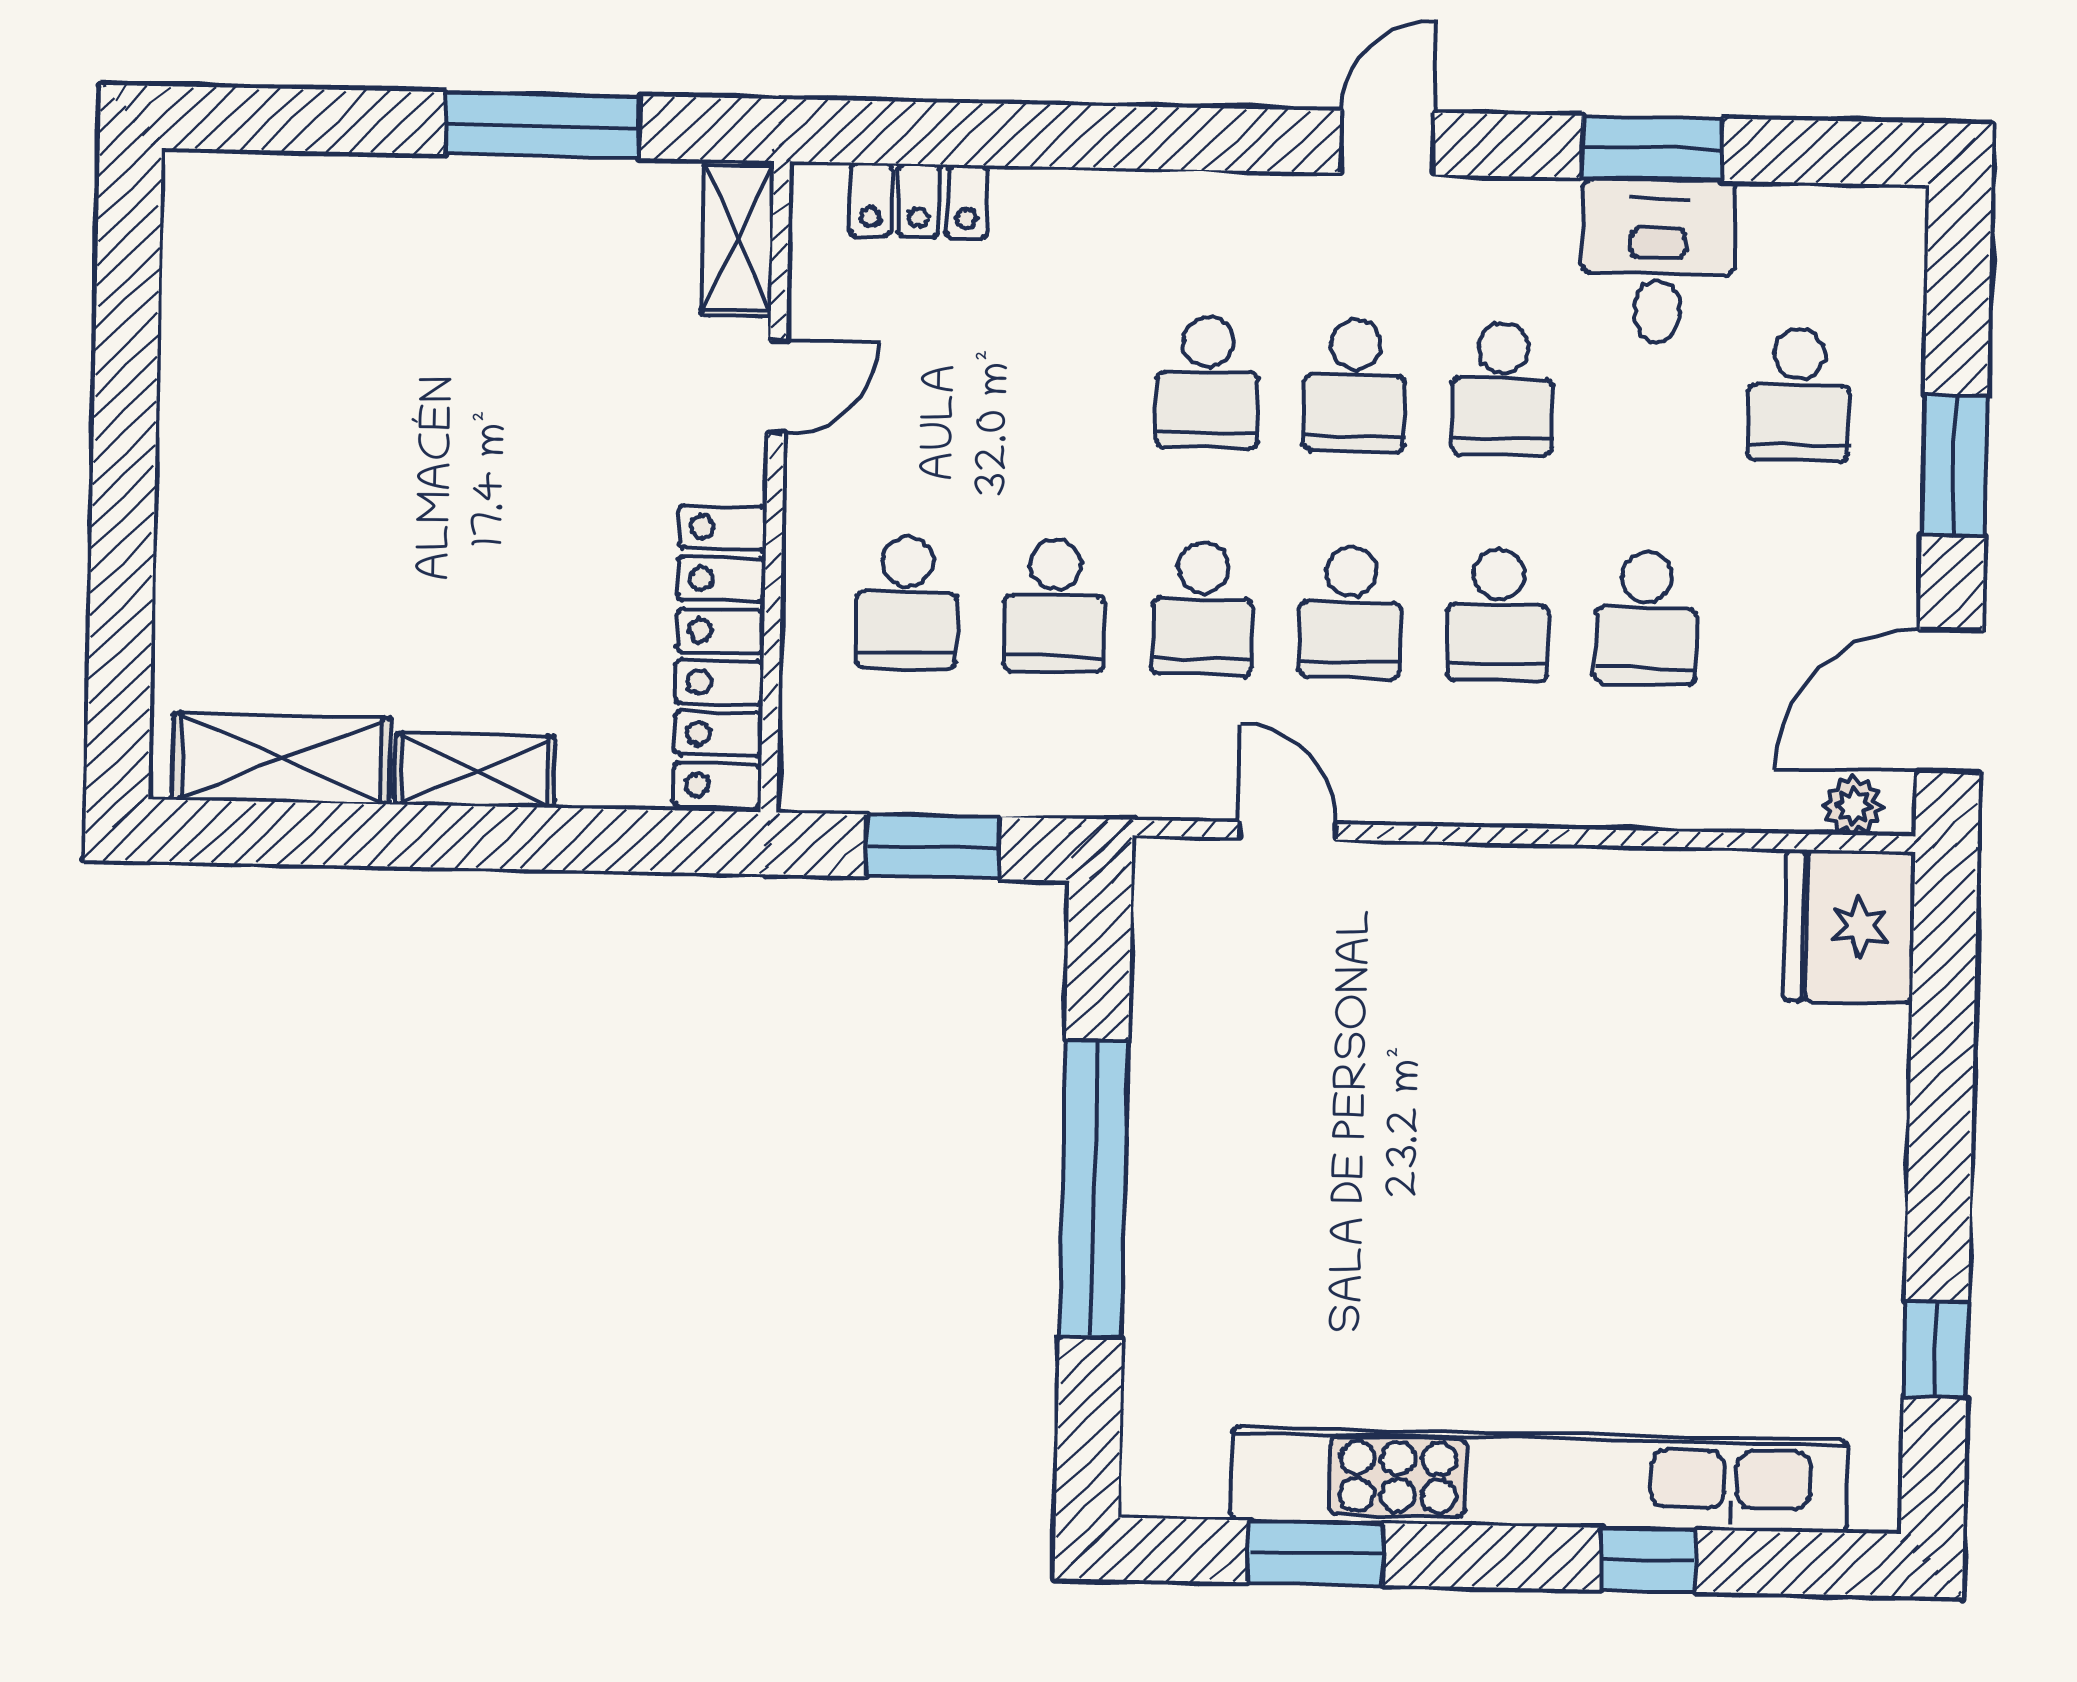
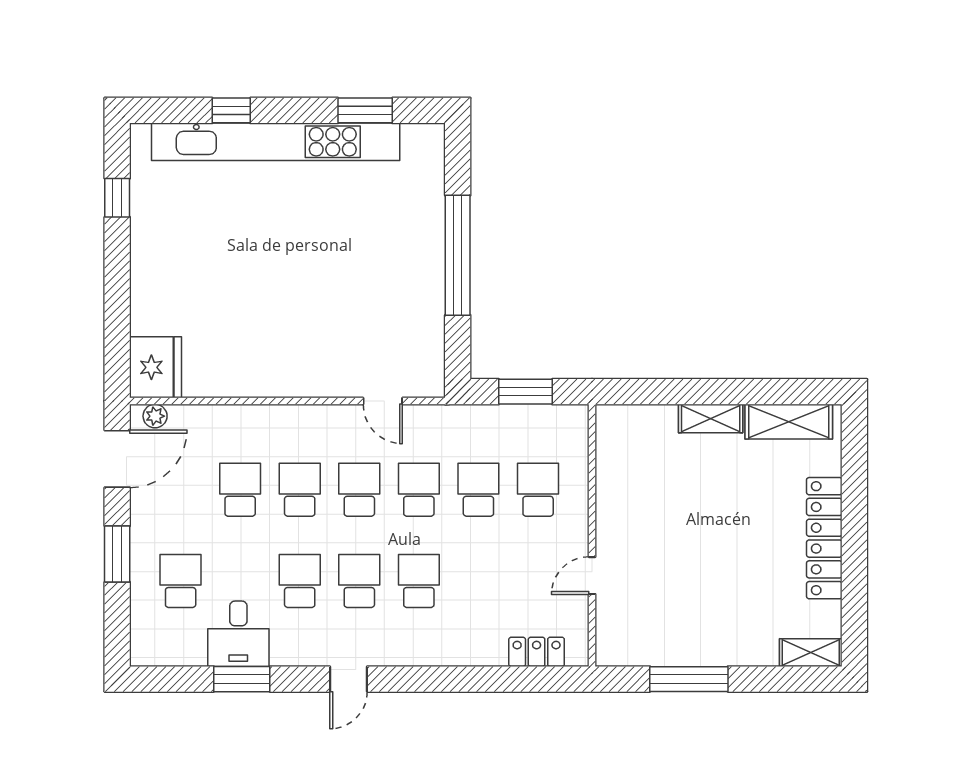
shelving: (738, 238) -> (811, 653), moved, turned 90
locker: (720, 656) -> (824, 538), moved, turned 180

